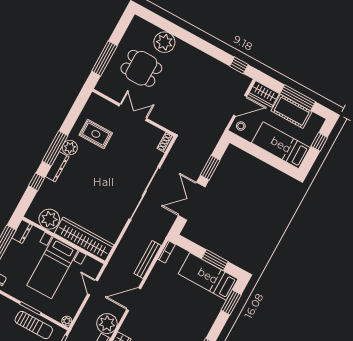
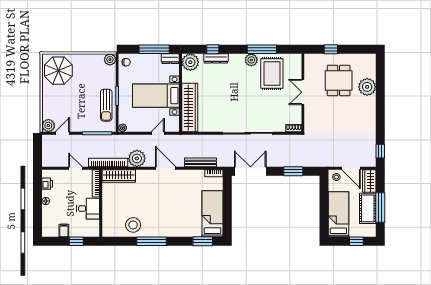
window: (104, 58) -> (331, 49), width x0.46
double door: (133, 112) -> (303, 92), swing flipped
rug: (96, 134) -> (272, 74), width x1.36, depth x1.43
window: (55, 148) -> (262, 49), moved
dresser: (57, 167) -> (216, 58), moved
double door: (192, 201) -> (250, 171), moved
plant: (49, 219) -> (190, 62), moved
window: (215, 260) -> (227, 212), removed

